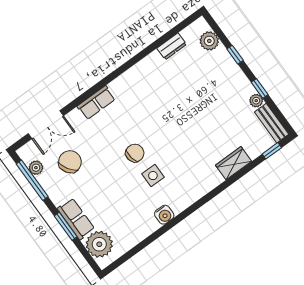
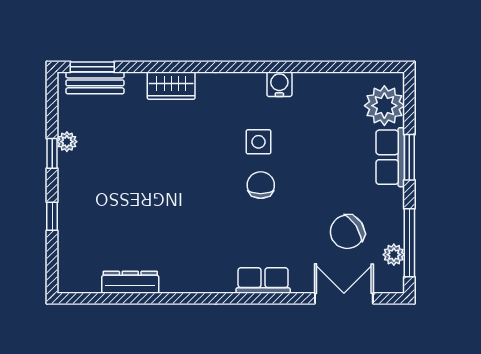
plant: (209, 41) -> (71, 256), removed
dresser: (172, 46) -> (130, 282), width x1.44
bench: (272, 123) -> (95, 83), moved, turned 90
window: (272, 151) -> (92, 67), width x1.50
chair: (135, 153) -> (261, 185), turned 101
wardrobe: (234, 163) -> (171, 86), moved

